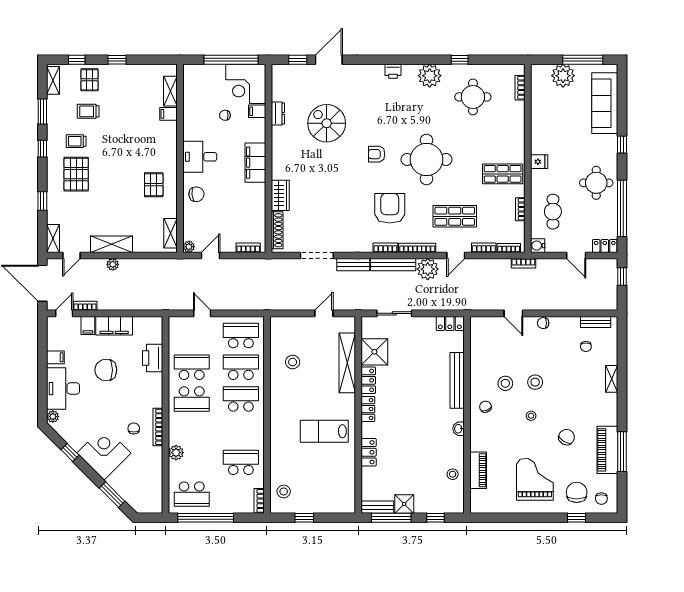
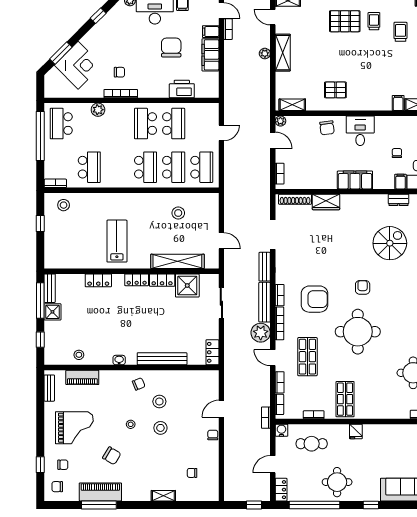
bench: (596, 322) -> (49, 388), moved
corner desk: (104, 453) -> (78, 65), moved
chair: (577, 492) -> (63, 465), width x0.54, depth x0.54

